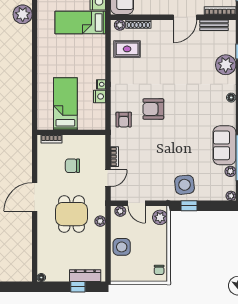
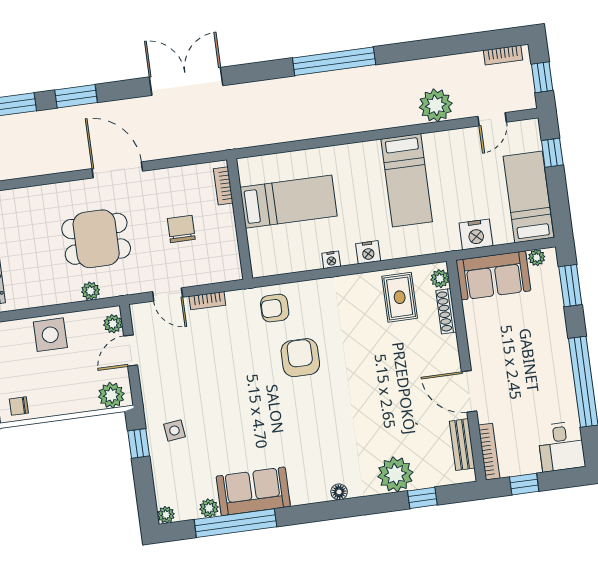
bed: (80, 22) -> (407, 180), moved, turned 180
nightstand: (100, 96) -> (368, 252), moved
side table: (185, 185) -> (174, 431), width x0.54, depth x0.54

